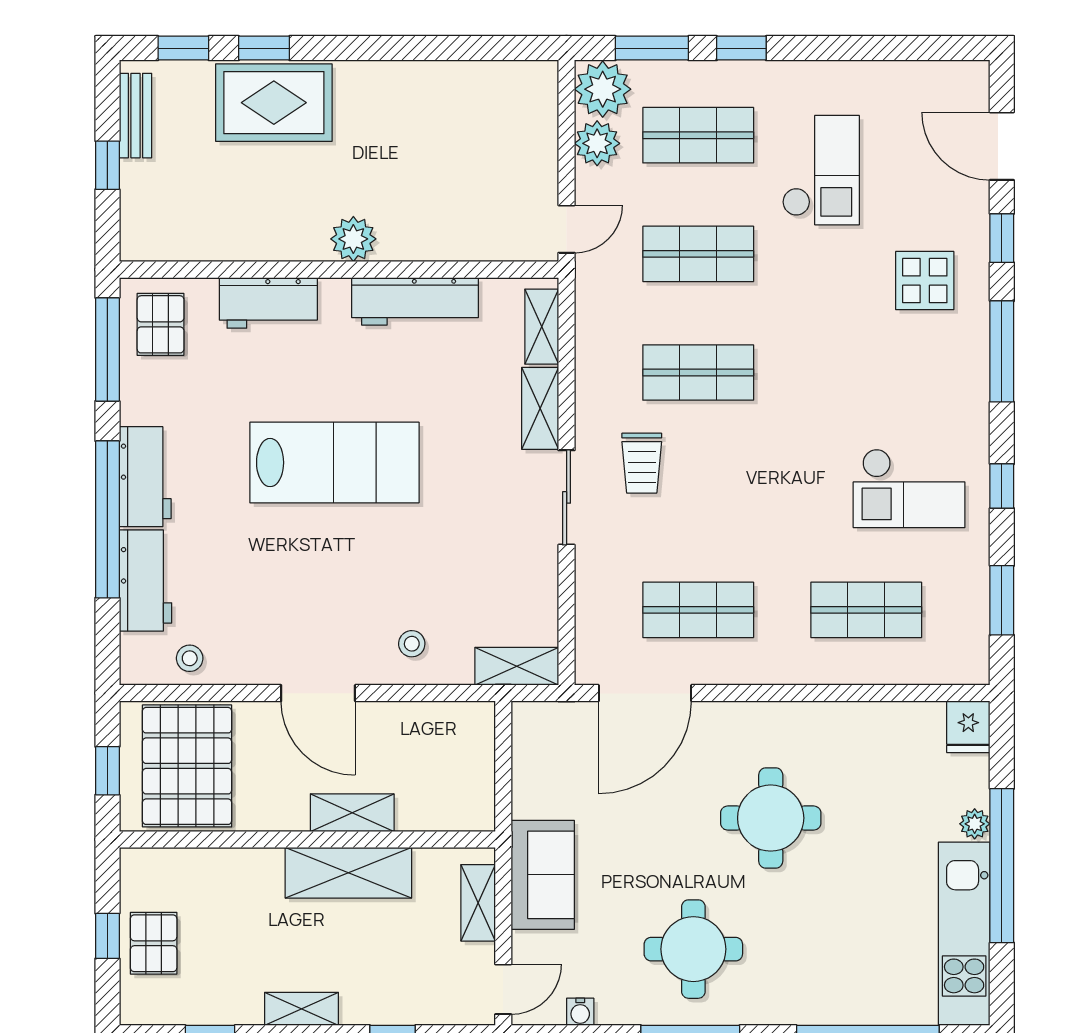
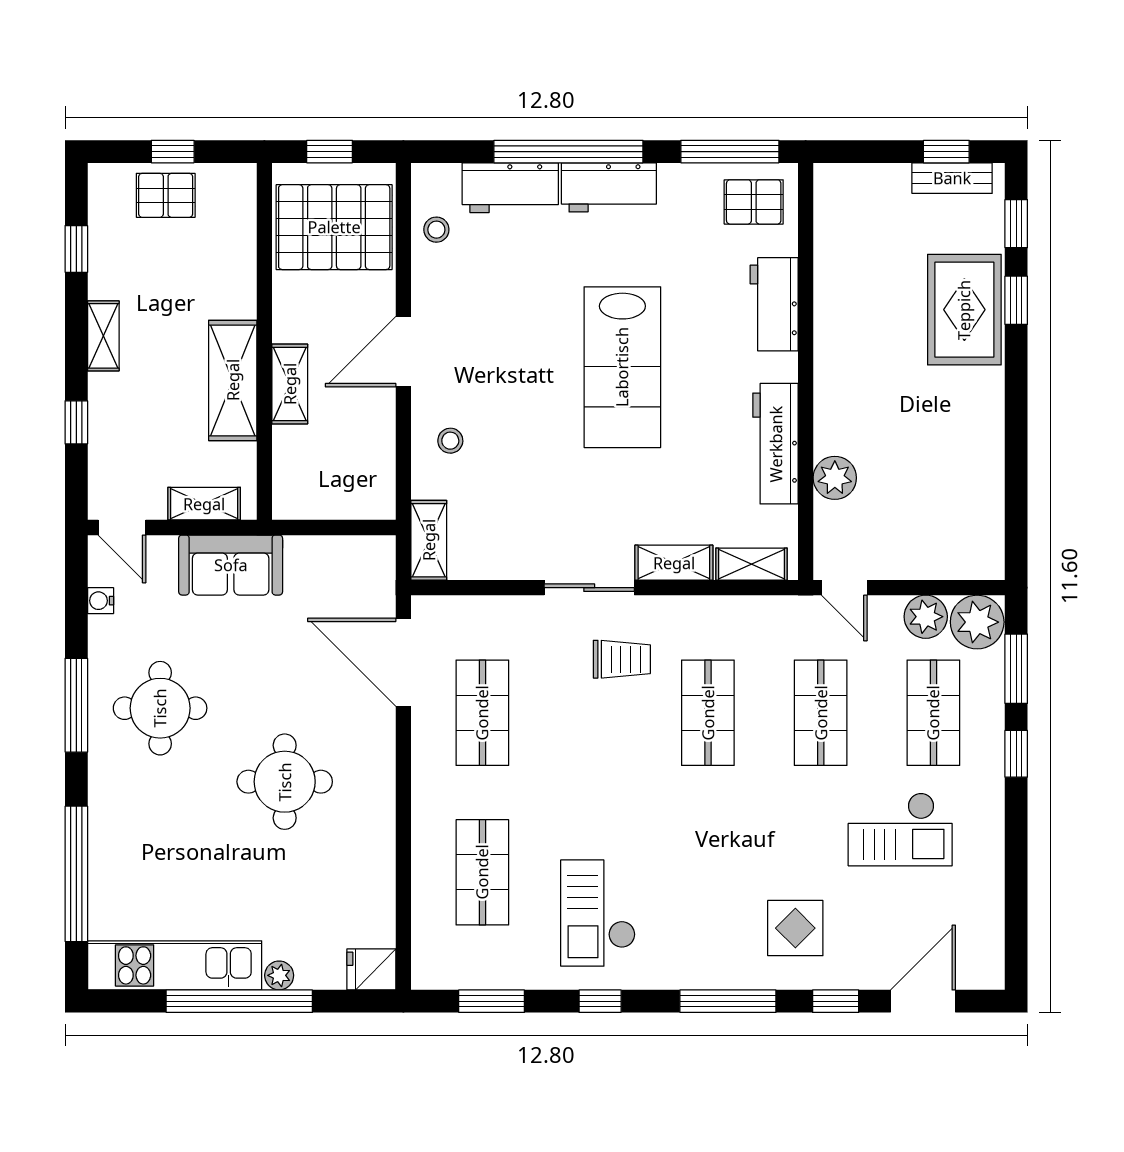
window: (107, 165) -> (946, 152), moved
plant: (353, 239) -> (835, 478), moved
trolley: (642, 463) -> (622, 659), turned 180

